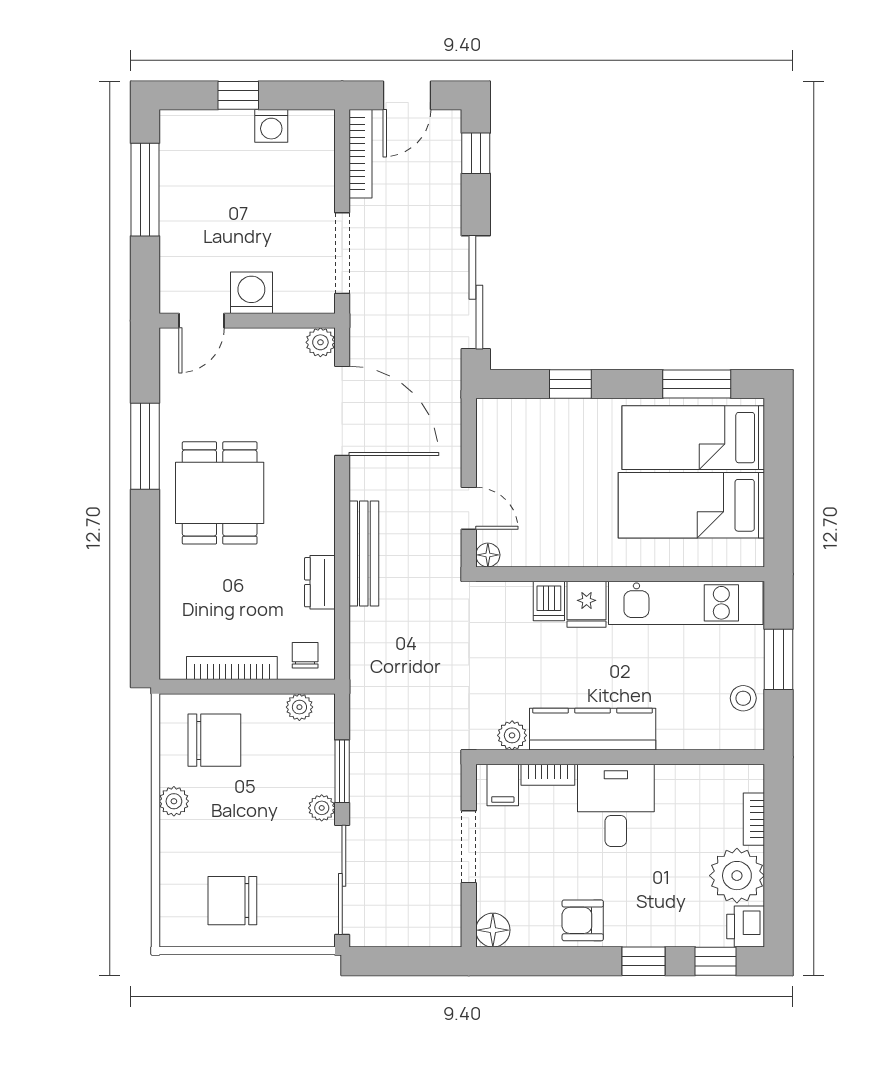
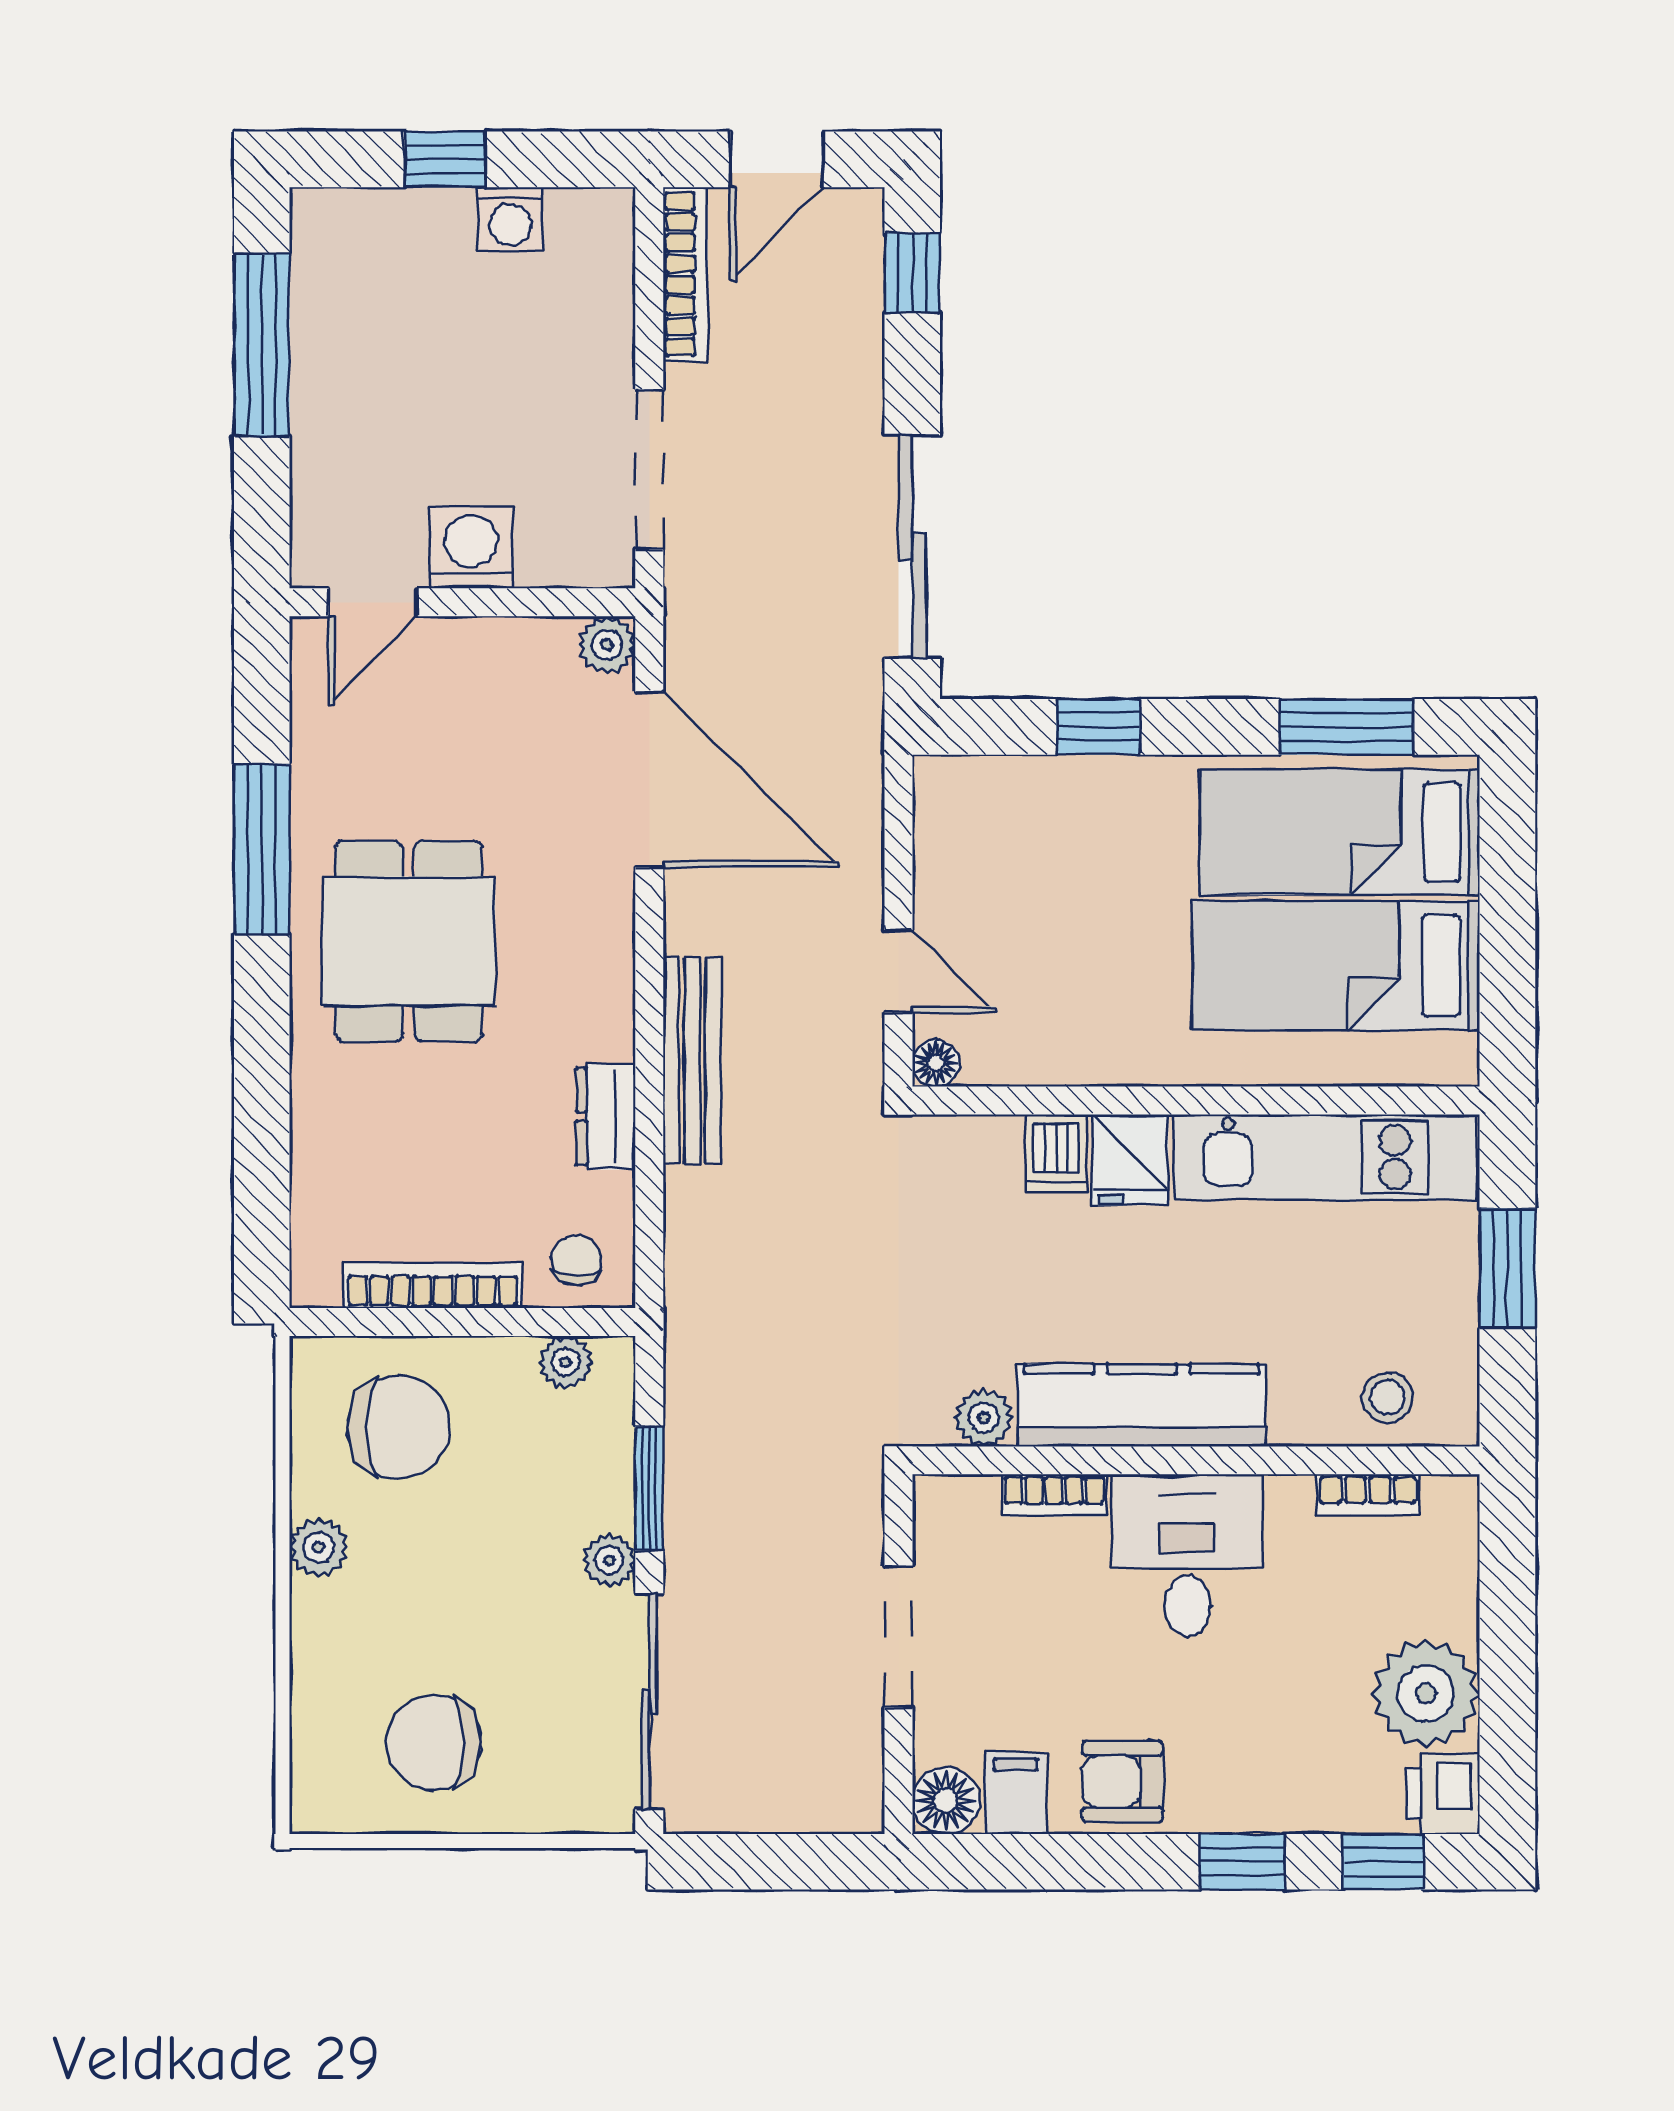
stool: (743, 698) -> (1387, 1397), moved
filing cabinet: (503, 785) -> (1016, 1793), moved, turned 180
bookcase: (754, 819) -> (1368, 1495), moved, turned -90

